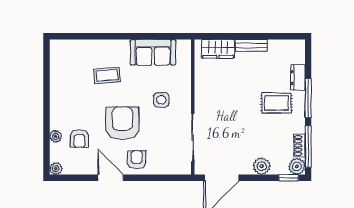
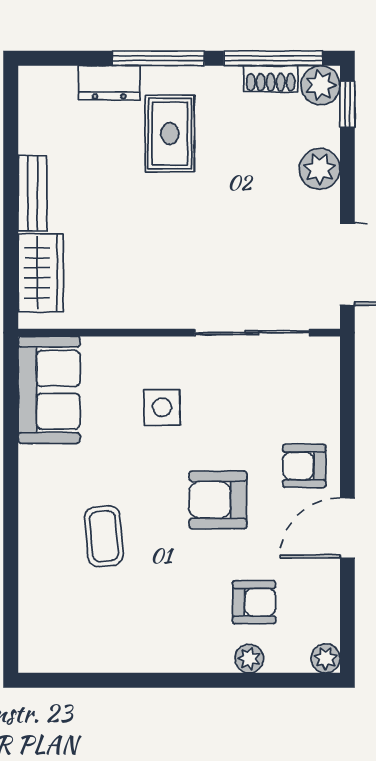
sofa: (153, 52) -> (49, 390), moved
armchair: (122, 123) -> (218, 500), width x0.73, depth x0.73

